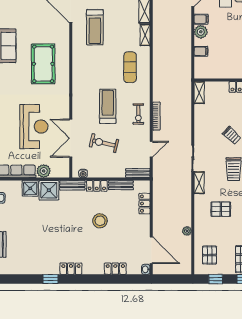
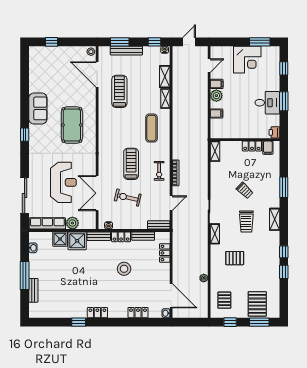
treadmill: (95, 27) -> (119, 91), turned 180

